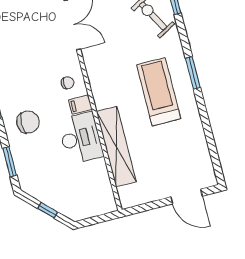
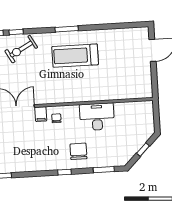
filing cabinet: (80, 105) -> (41, 114), moved
shelving: (116, 147) -> (108, 93), removed

